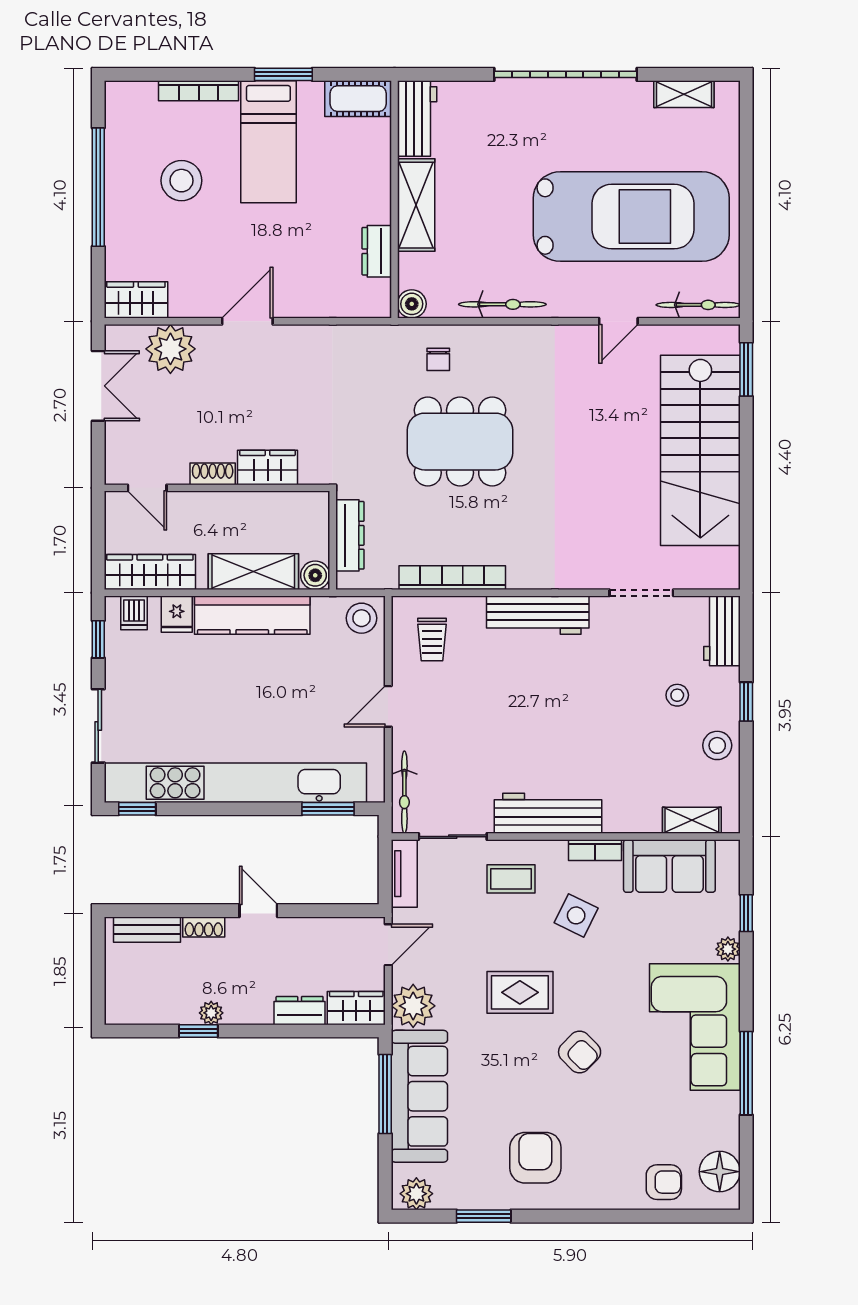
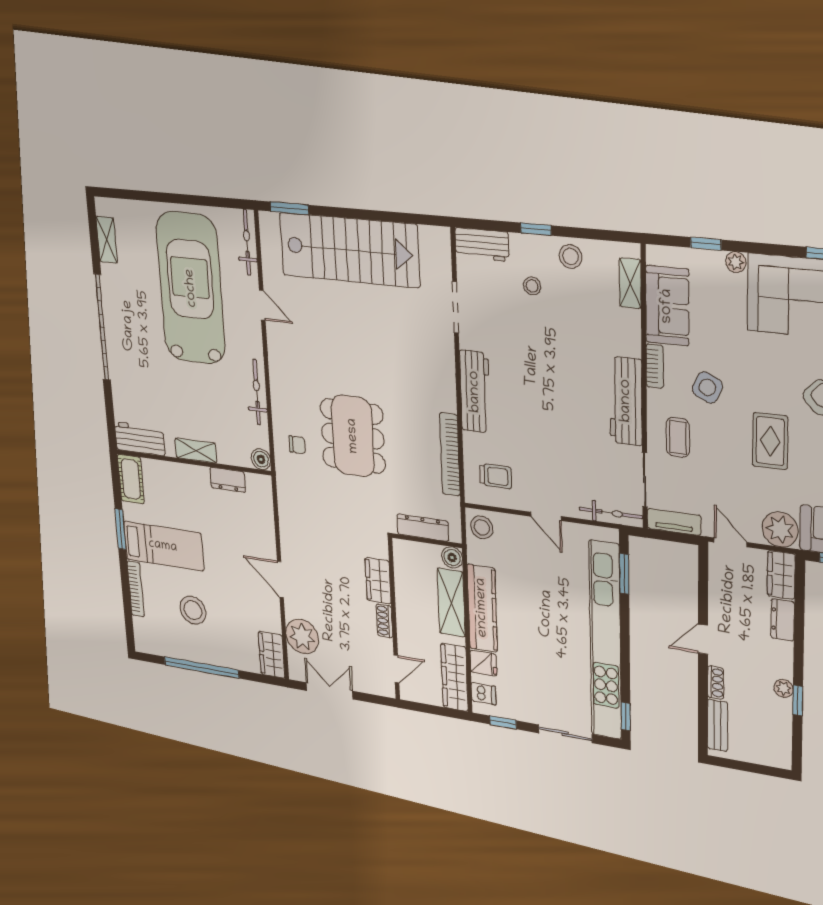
shelving: (416, 205) -> (196, 451), width x0.67, depth x0.75

